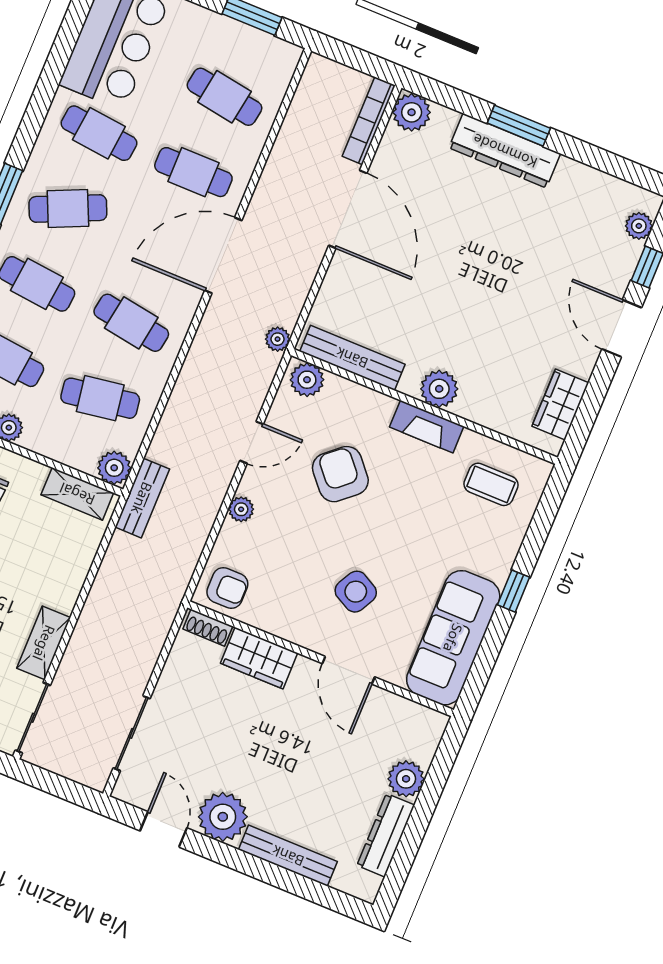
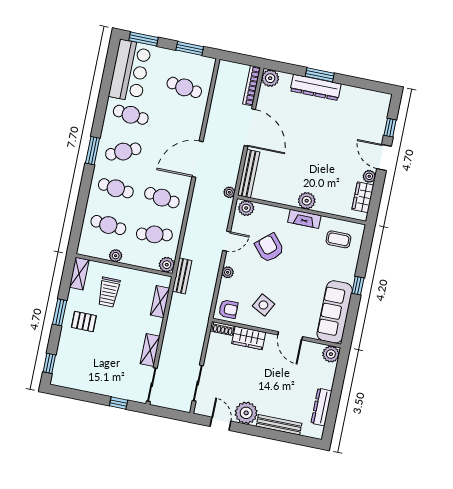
cafe table: (193, 172) -> (177, 124), removed
plant: (639, 226) -> (369, 176), moved
bench: (352, 358) -> (249, 174), moved, turned 90
shelving: (77, 494) -> (160, 302), moved, turned 90
side table: (356, 592) -> (263, 305), moved
plant: (406, 779) -> (331, 354), moved

